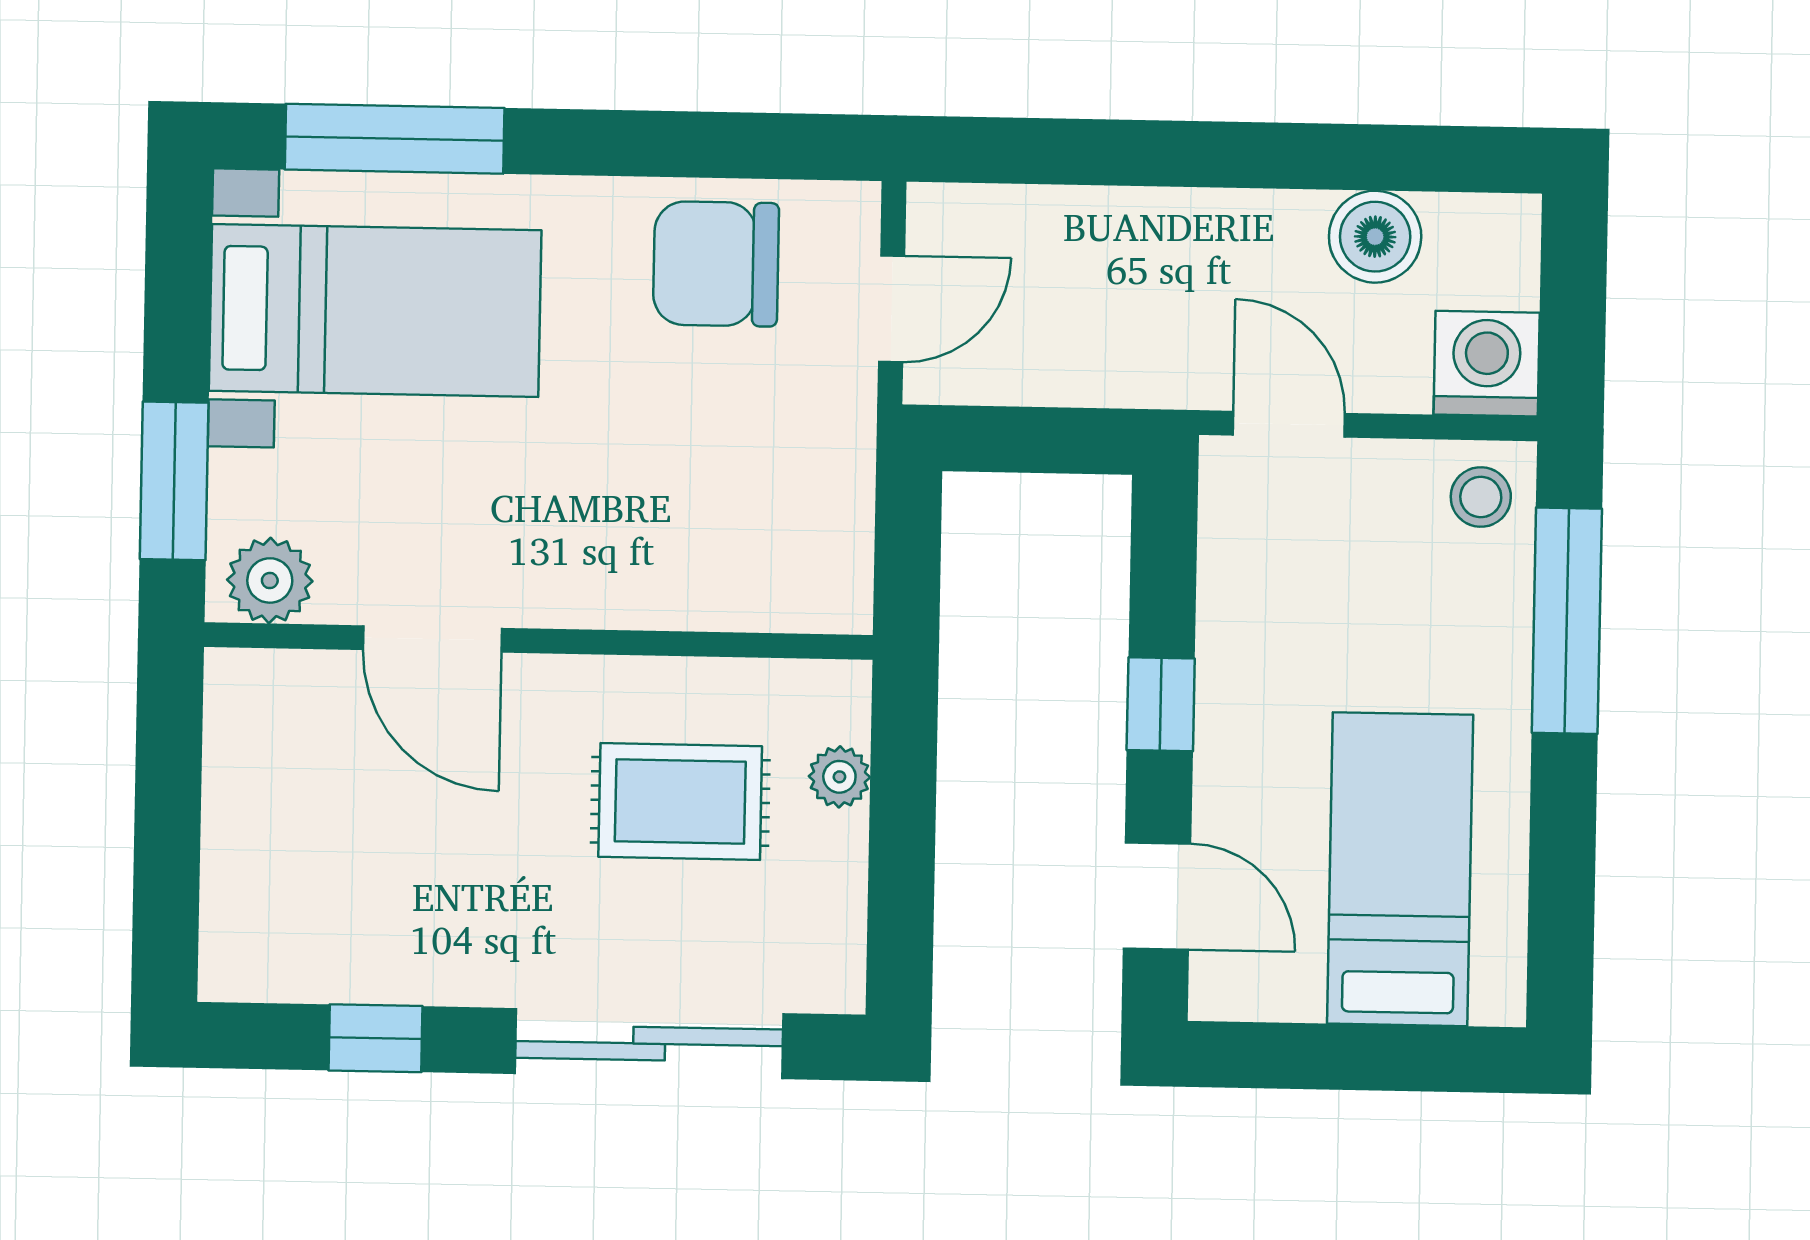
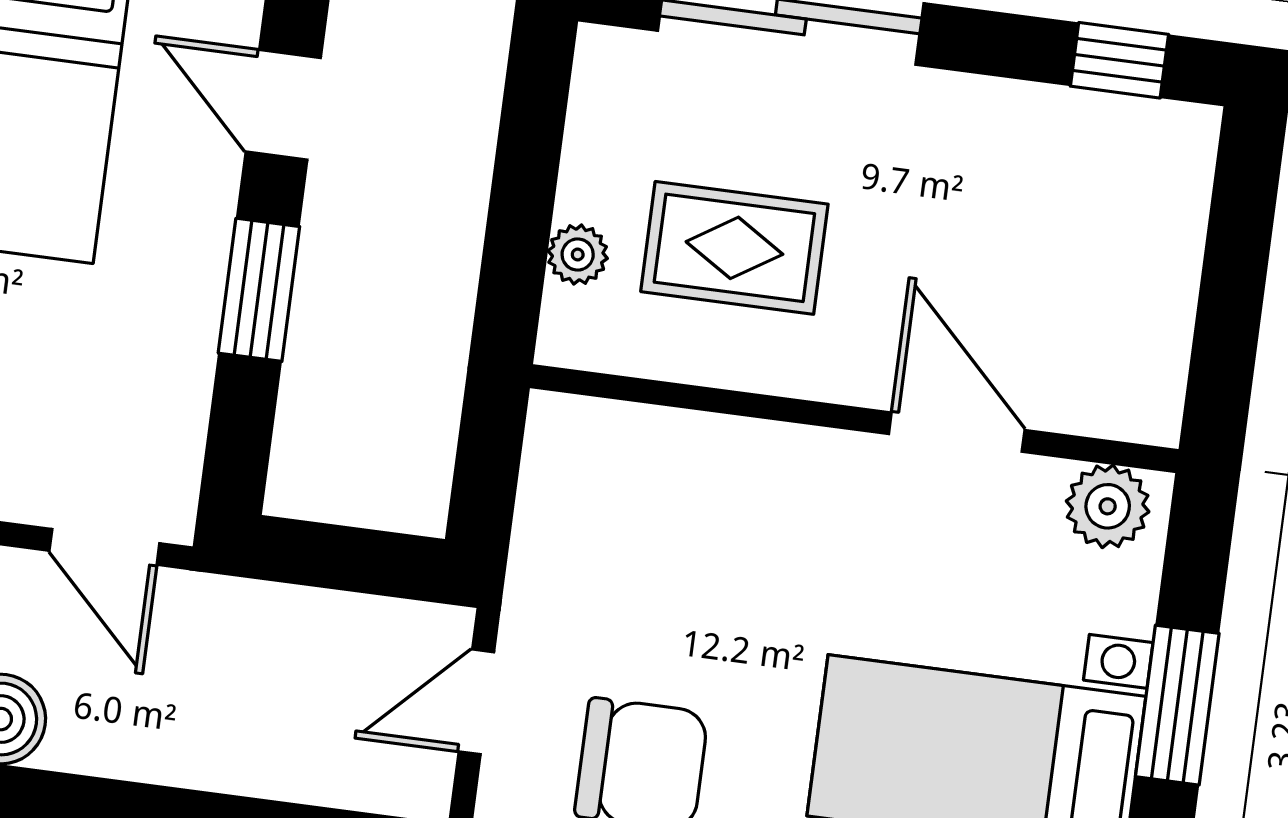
window: (174, 481) -> (1177, 705), moved
window: (1161, 704) -> (259, 290), width x1.50
window: (376, 1038) -> (1119, 60), moved

